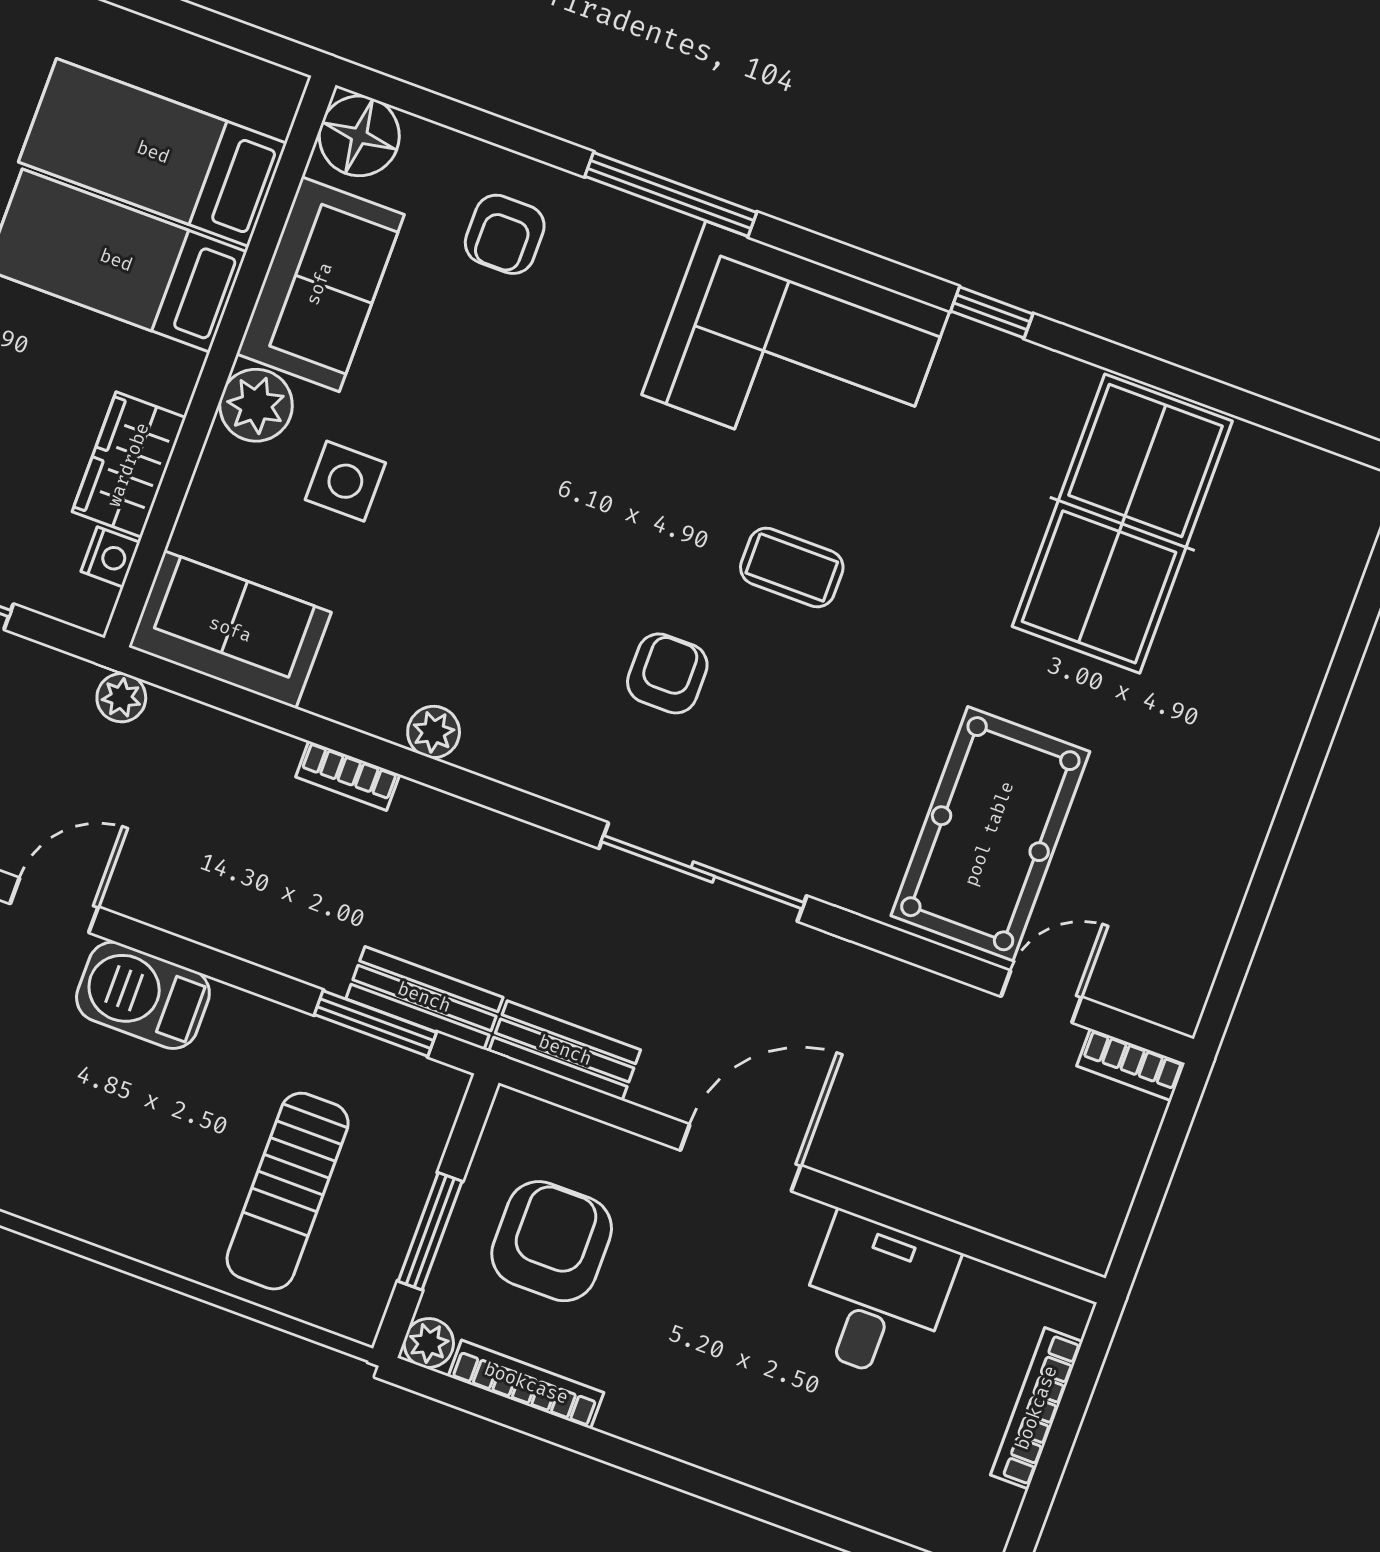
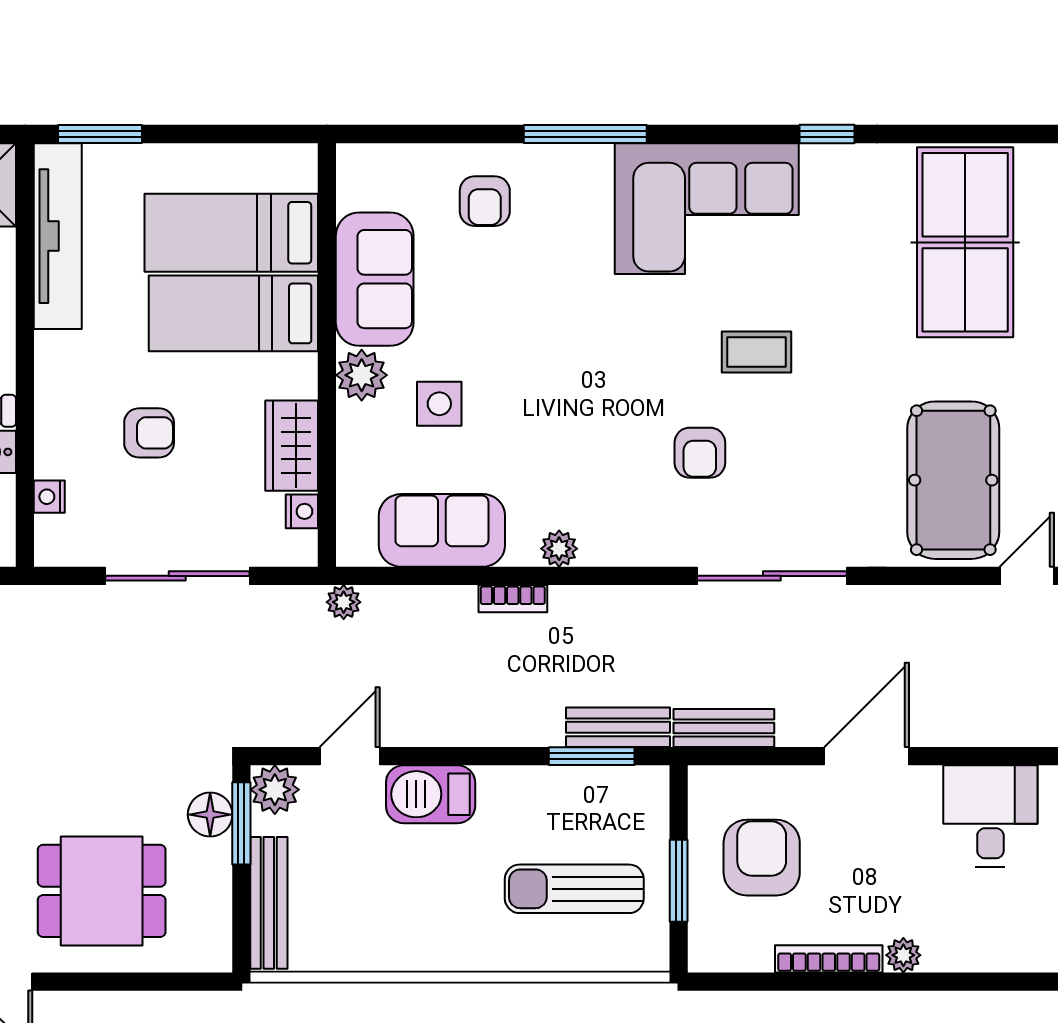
floor lamp: (359, 136) -> (364, 171), removed
sofa: (230, 630) -> (442, 530), moved
armchair: (667, 673) -> (700, 453), turned 180
sun lounger: (288, 1191) -> (574, 889), turned 90
plant: (429, 1343) -> (903, 955), moved
bookcase: (526, 1384) -> (829, 959), moved

